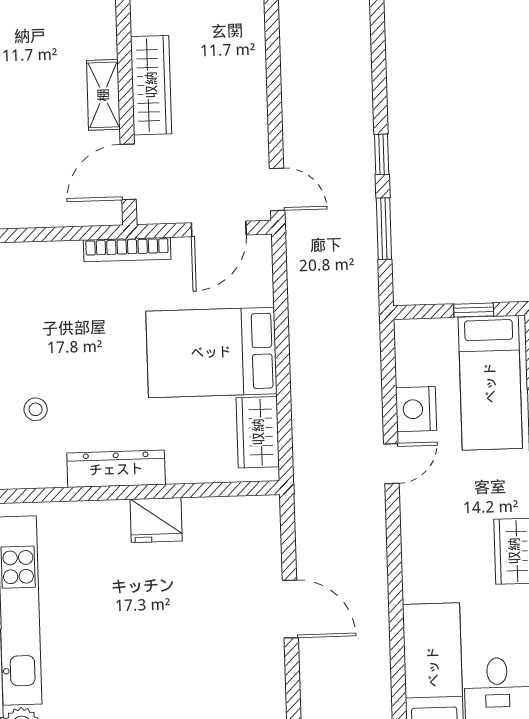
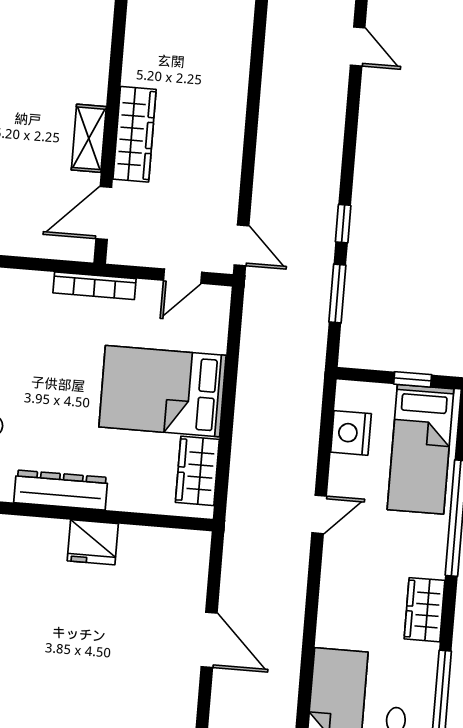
door: (219, 229) -> (183, 276), width x0.73
nightstand: (416, 409) -> (351, 433), moved

